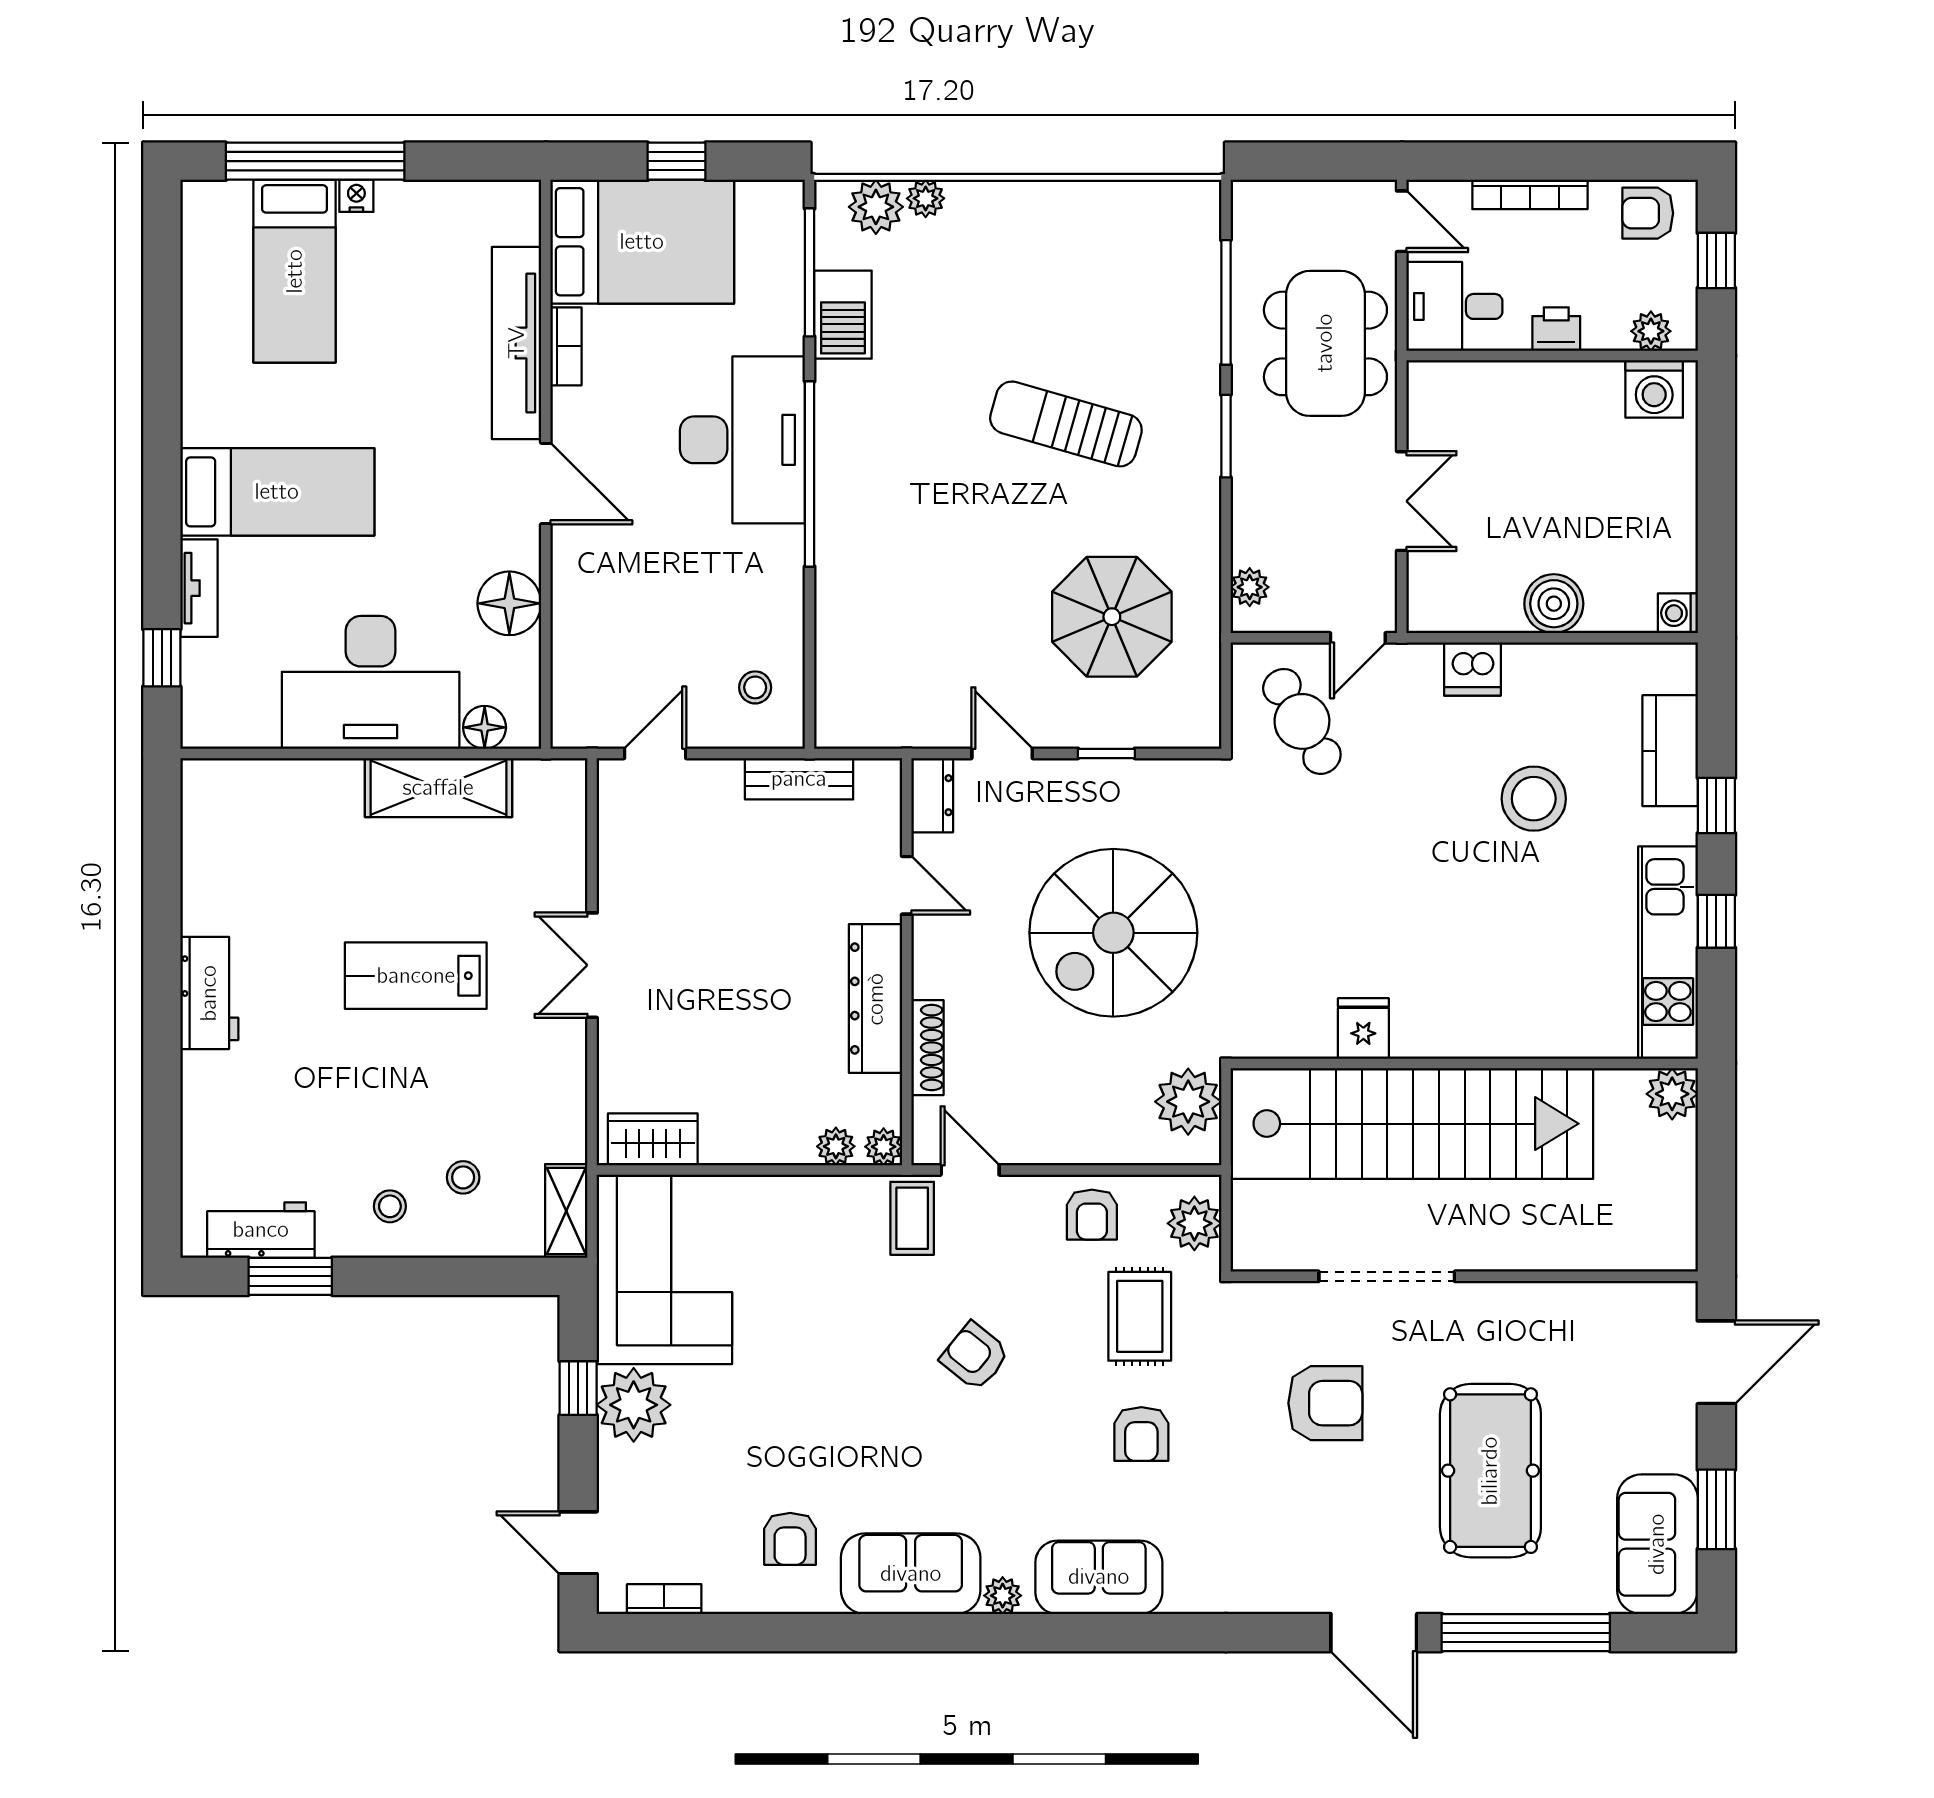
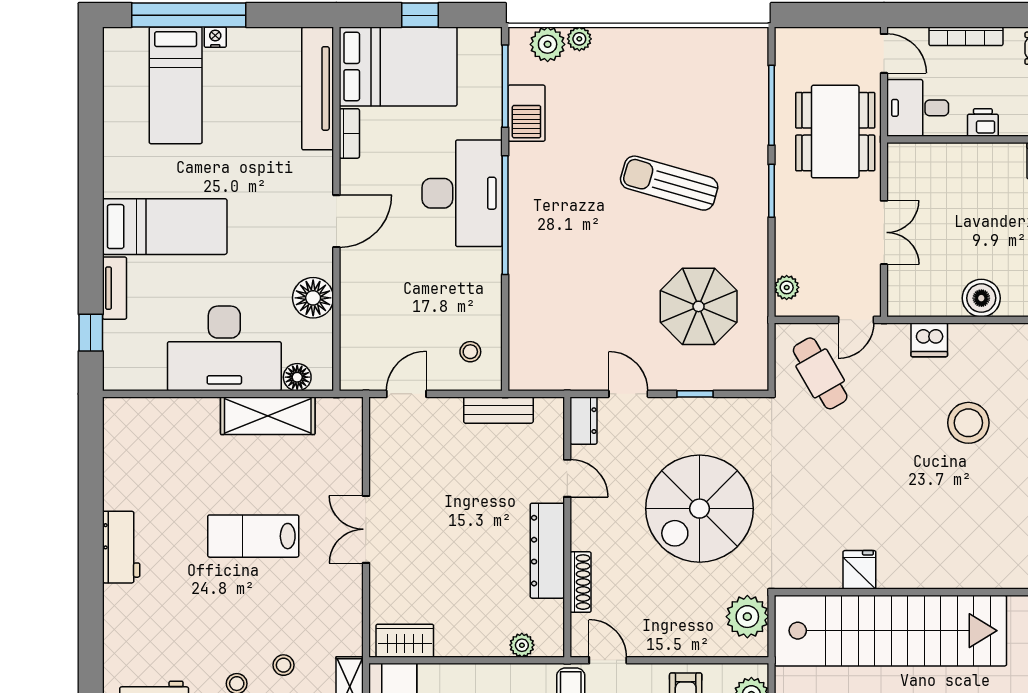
tv unit: (517, 343) -> (318, 88), moved
door: (546, 483) -> (336, 221), hinge flipped
plant: (884, 1147) -> (552, 645), removed

